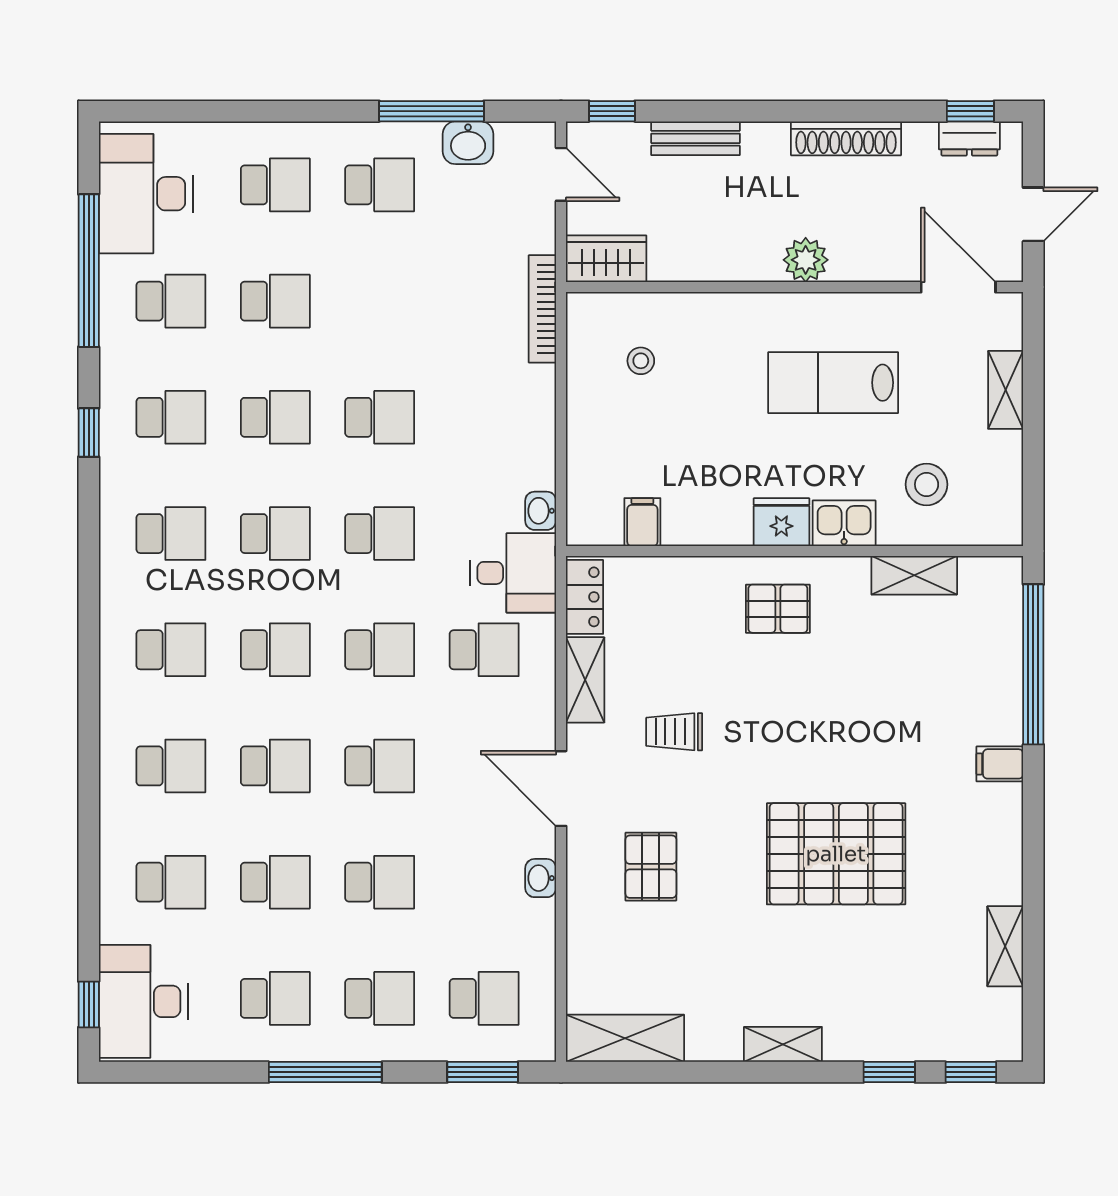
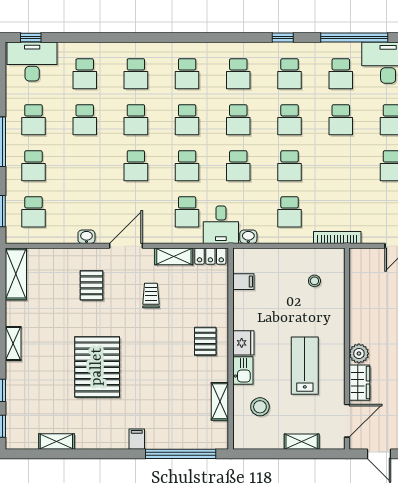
wardrobe: (606, 259) -> (359, 383), moved
pallet: (651, 867) -> (92, 285), turned 90
school desk: (380, 882) -> (290, 212), moved

